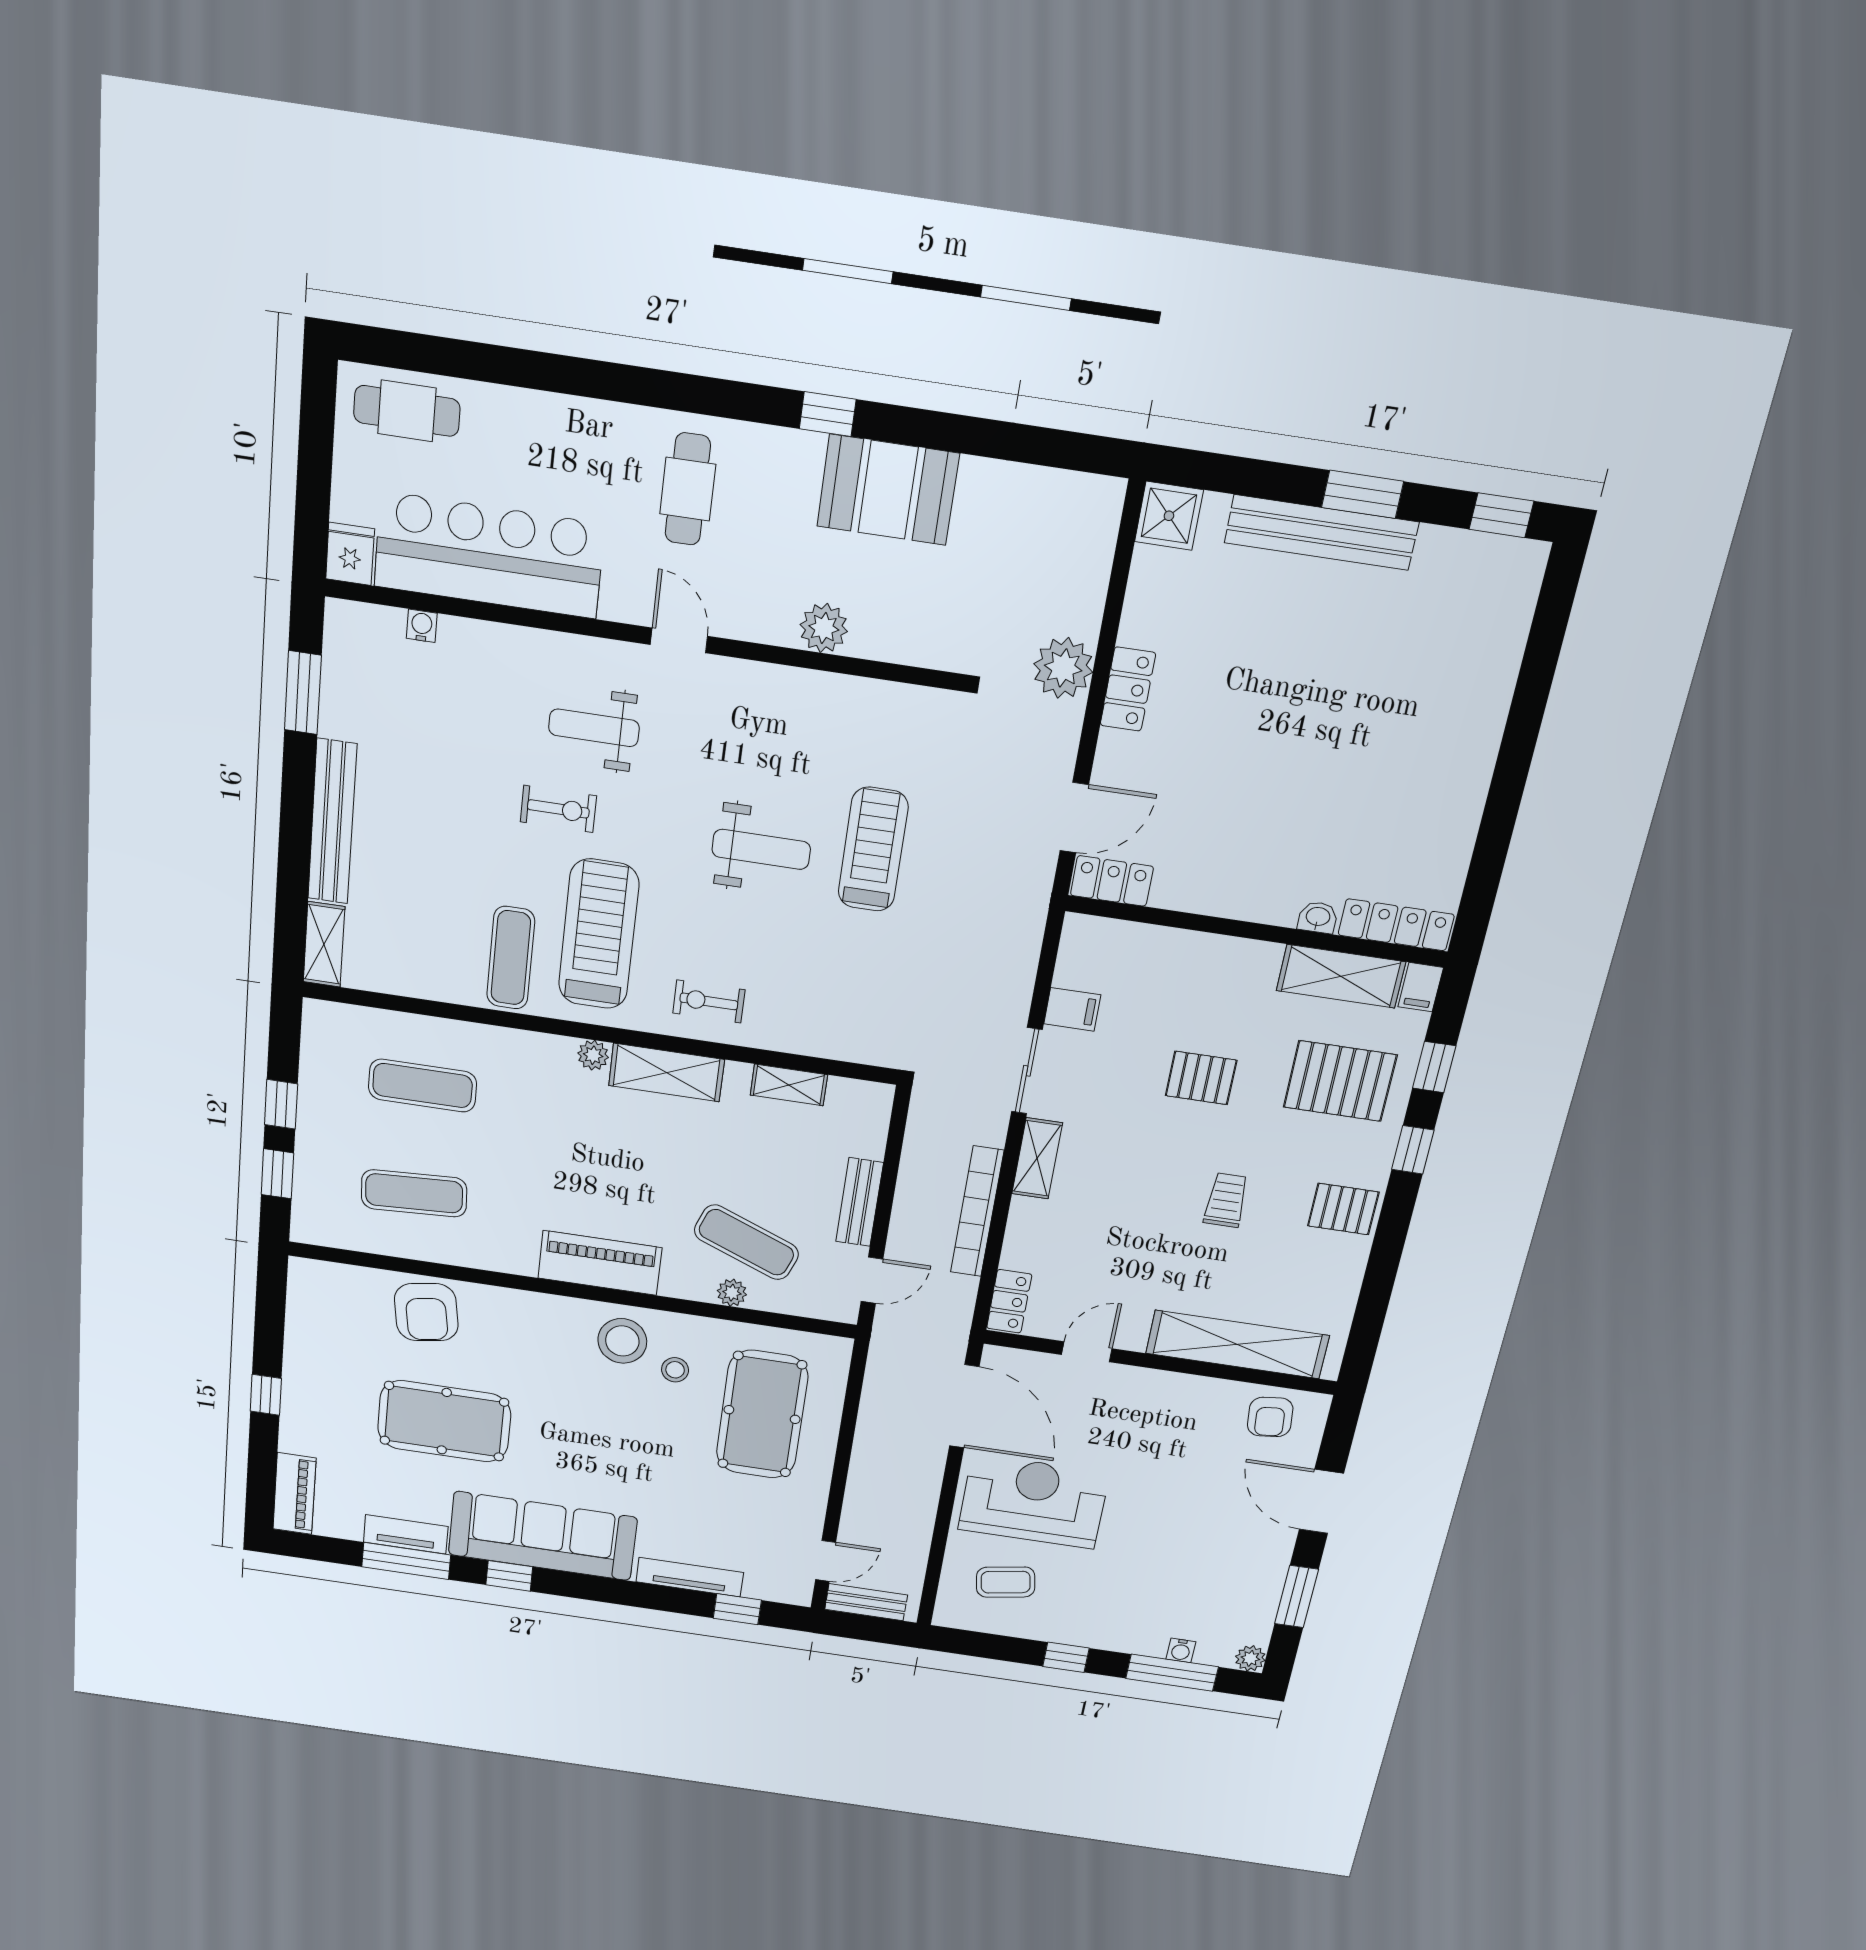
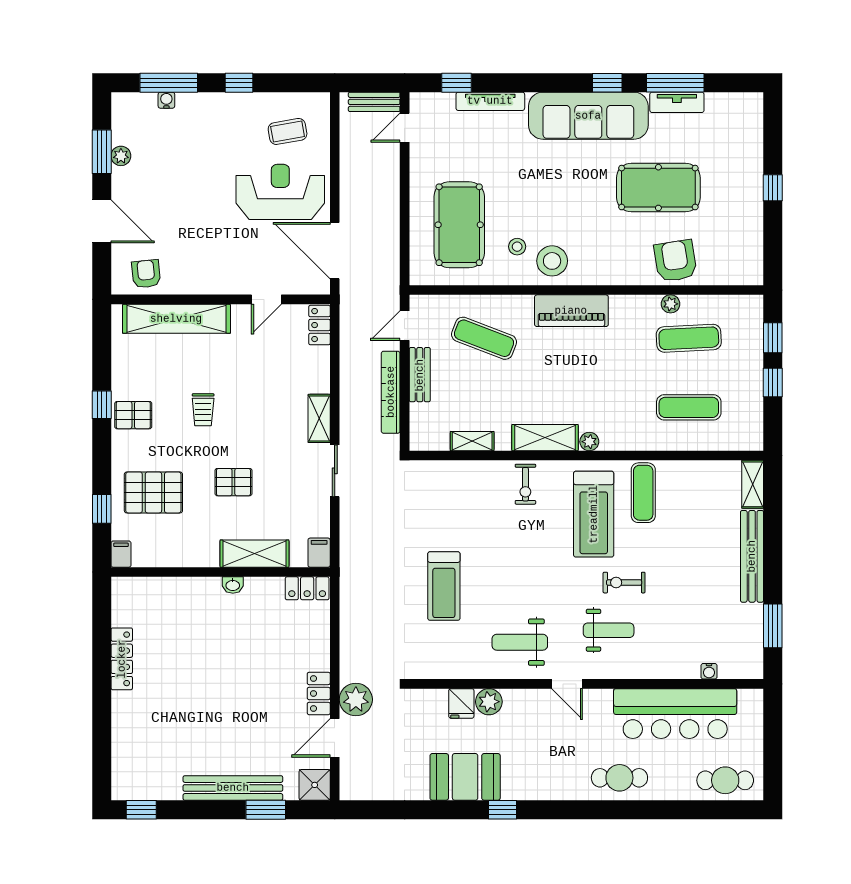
cafe table: (688, 489) -> (619, 778), moved, turned 90
window: (1363, 494) -> (266, 810), moved
fridge: (350, 554) -> (461, 703), moved
door: (1074, 818) -> (335, 738), moved
weight bench: (761, 849) -> (520, 642), moved
washbasin: (1318, 917) -> (233, 585), moved
locker: (1396, 925) -> (122, 659), moved, turned -90
shelving: (1341, 976) -> (254, 554), moved
exercise bike: (709, 1001) -> (525, 484), turned 90
filing cabinet: (1072, 1009) -> (319, 553), moved, turned 90
window: (1413, 1150) -> (102, 405), moved
bookcase: (977, 1212) -> (391, 392), moved, turned 180
plant: (732, 1293) -> (671, 304), moved
piano: (294, 1494) -> (751, 120), removed
reception desk: (1033, 1501) -> (280, 192), turned 180
plant: (1250, 1658) -> (121, 156), moved

